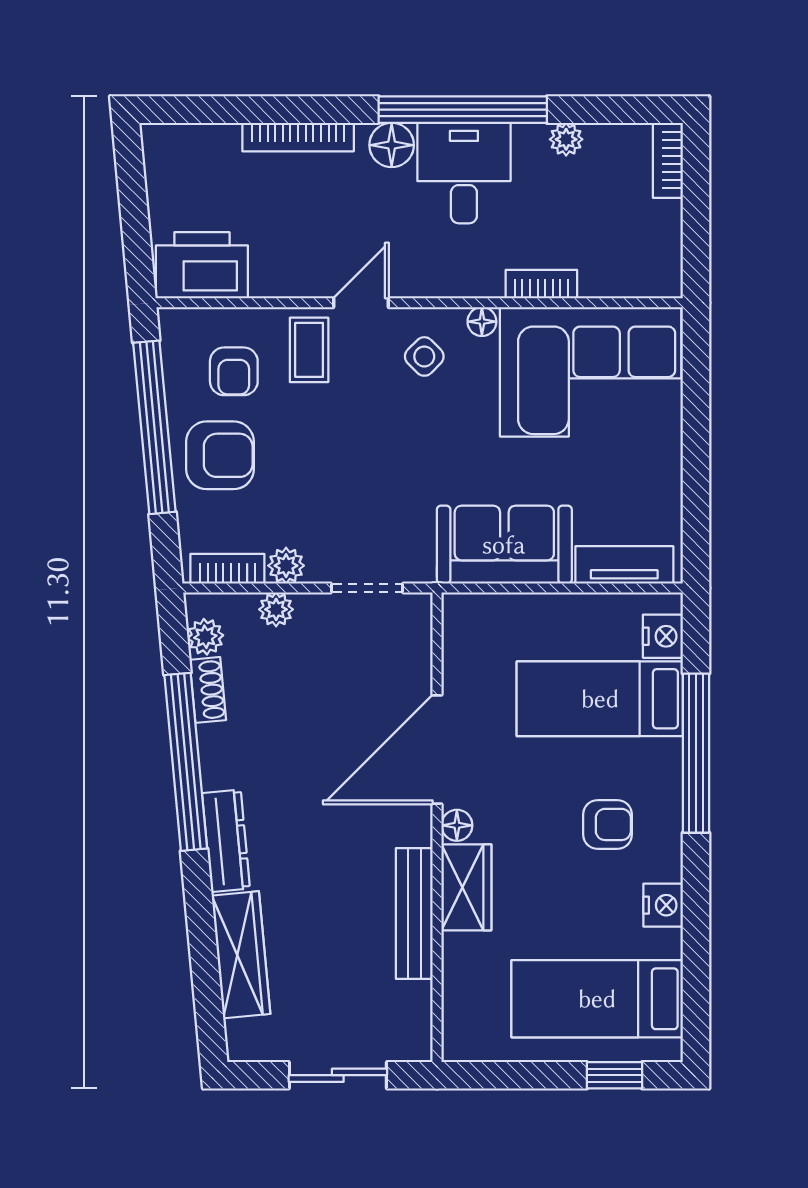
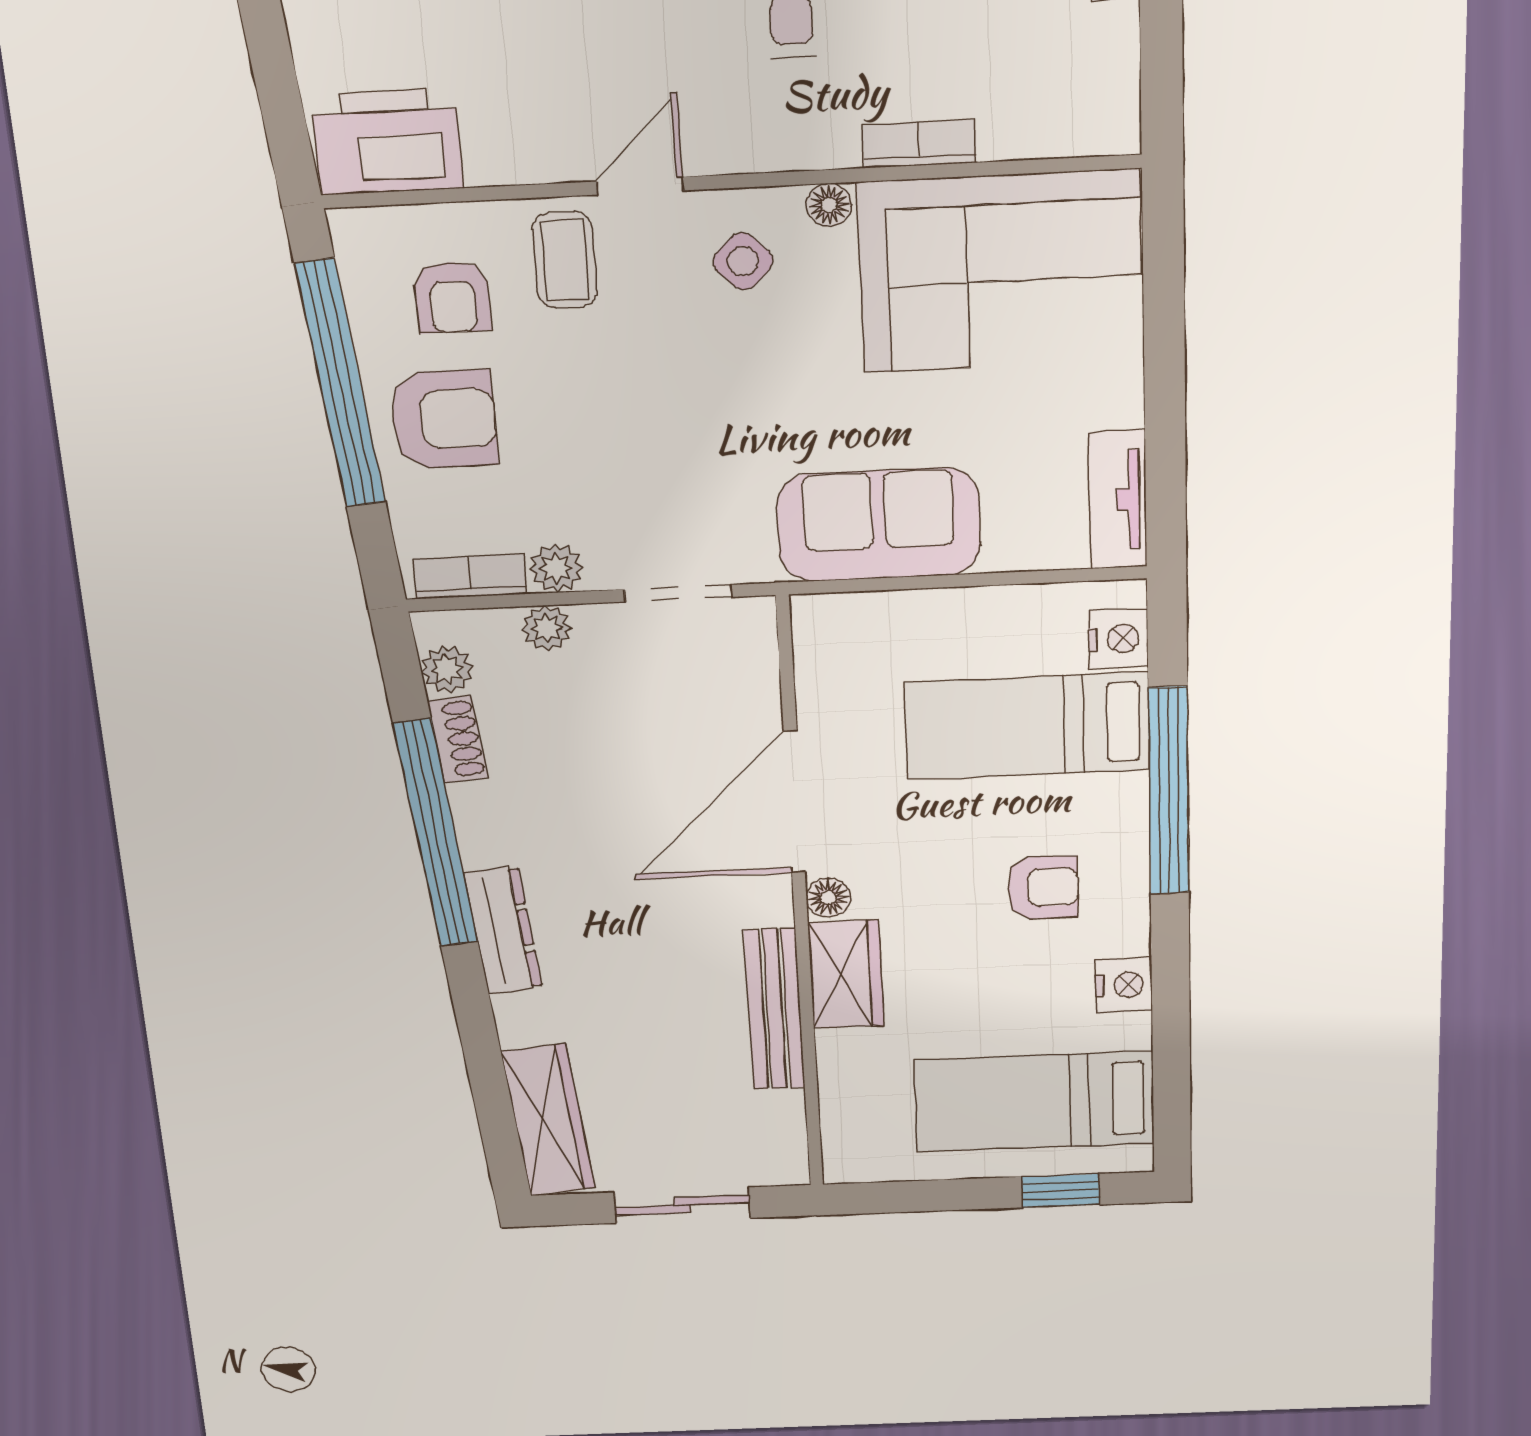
tv unit: (624, 565) -> (1118, 500), moved, turned -90
wardrobe: (241, 955) -> (548, 1120), moved

